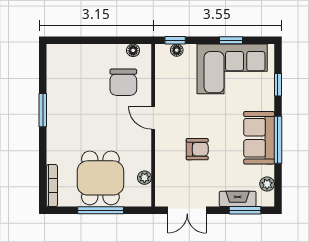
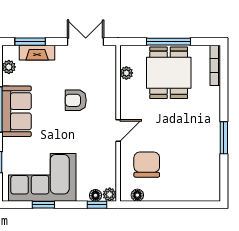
plant: (162, 51) -> (110, 194), added
door: (153, 118) -> (118, 130), hinge flipped

